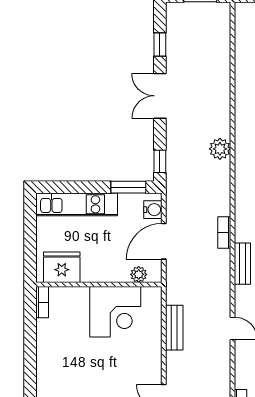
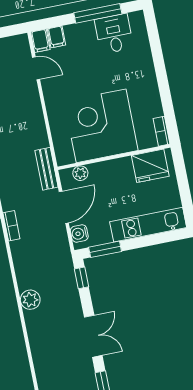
corner desk: (115, 312) -> (101, 126), width x1.36, depth x1.36
bench: (174, 328) -> (46, 169), moved

